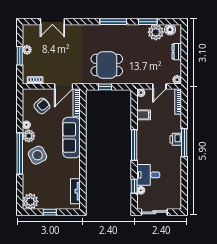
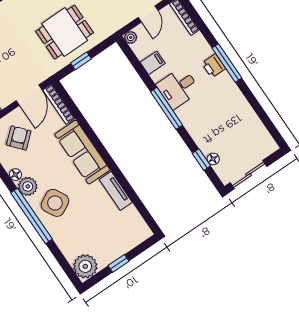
desk: (148, 175) -> (178, 88), moved
tv unit: (75, 191) -> (116, 191), moved

